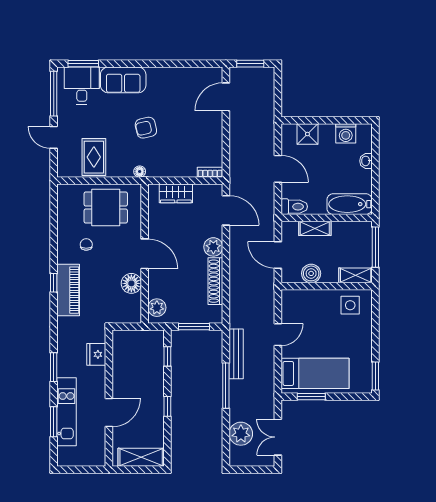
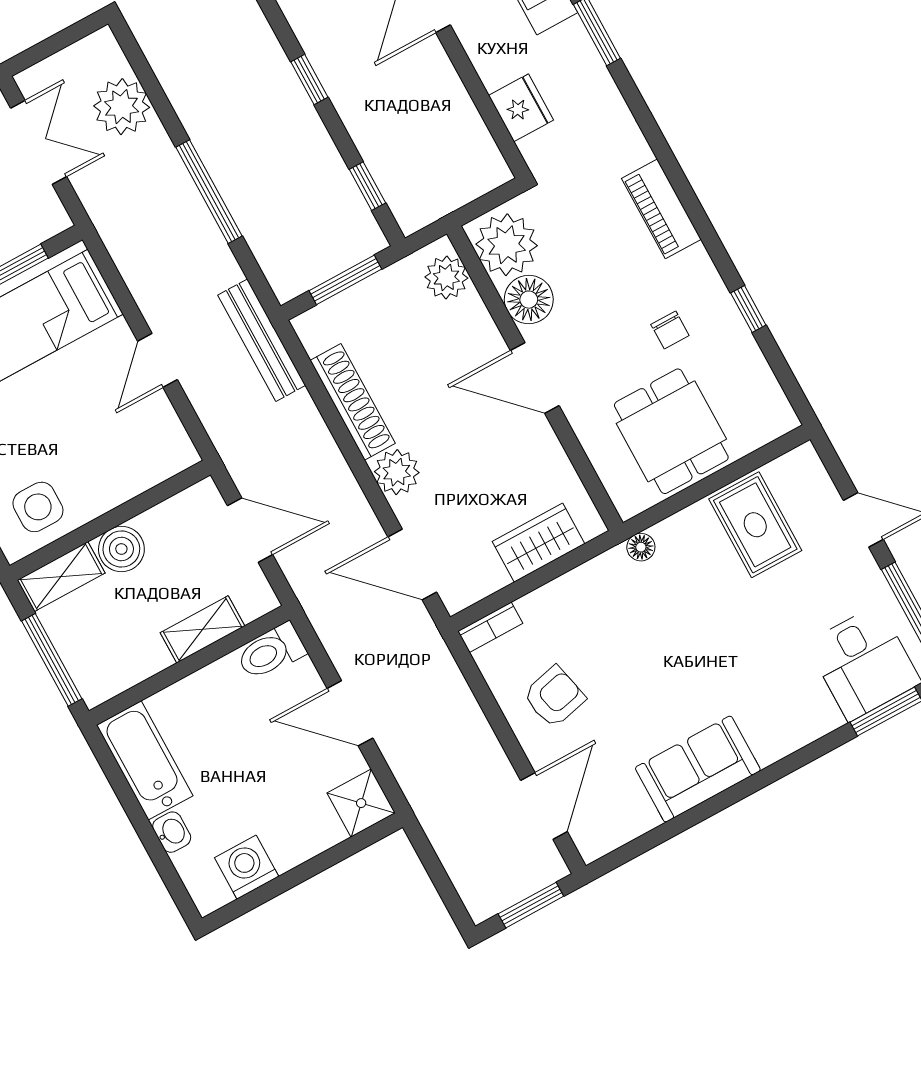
sofa: (123, 80) -> (698, 769), moved
armchair: (146, 128) -> (554, 697), moved
shower: (307, 134) -> (361, 803), moved
bathtub: (349, 204) -> (145, 760), moved, turned -90
dining table: (106, 207) -> (671, 431), turned 90
boiler: (311, 273) -> (121, 549), moved
window: (54, 283) -> (748, 309), moved
piano: (68, 290) -> (661, 209), width x0.73, depth x0.75
plant: (129, 308) -> (507, 245), added
bench: (236, 354) -> (262, 340), moved

